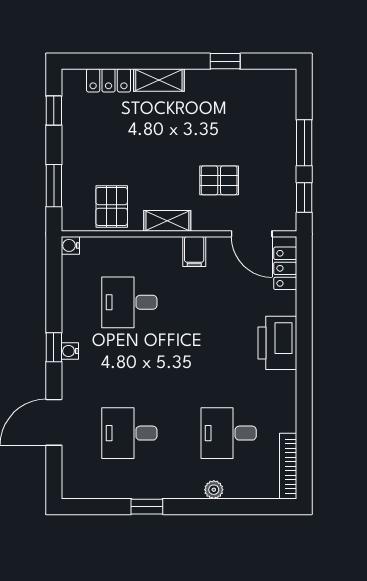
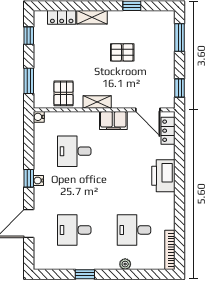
window: (304, 143) -> (180, 37), moved
pallet: (219, 180) -> (122, 52), moved
filing cabinet: (194, 252) -> (113, 121), width x2.00

